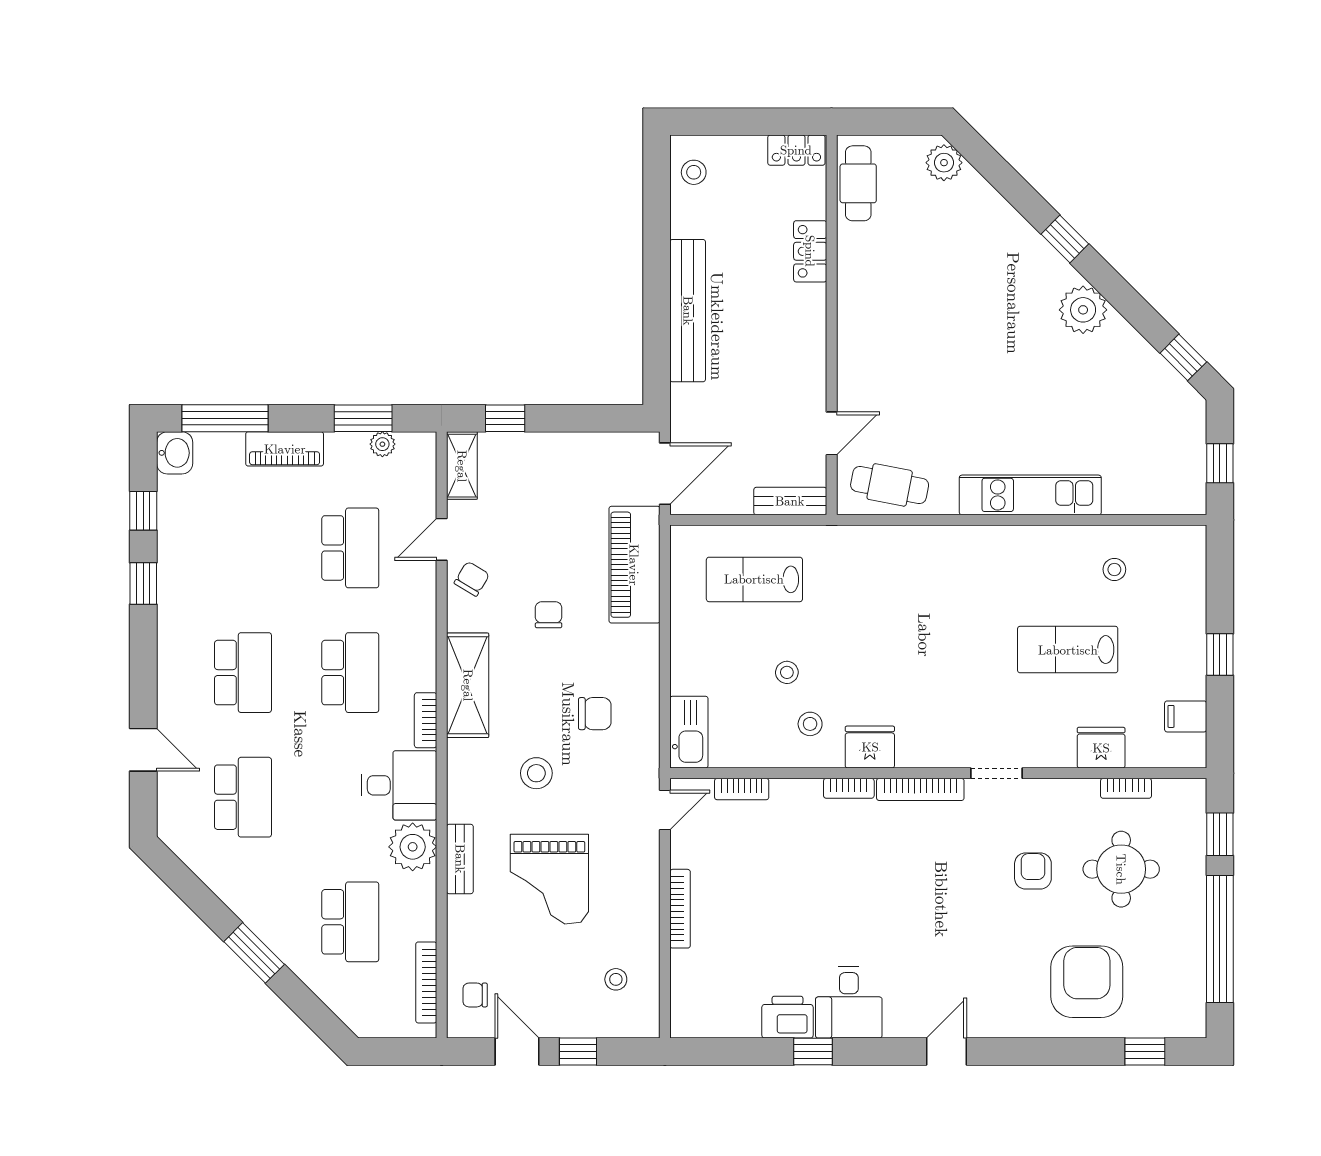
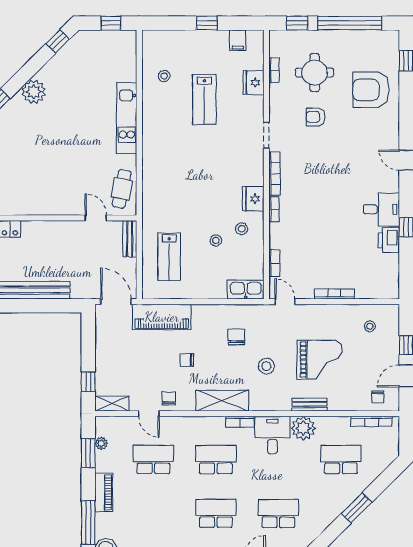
chair: (472, 579) -> (169, 399), turned 59

